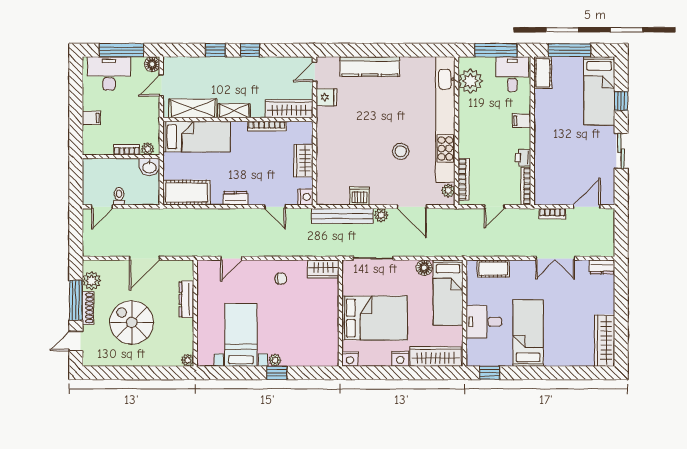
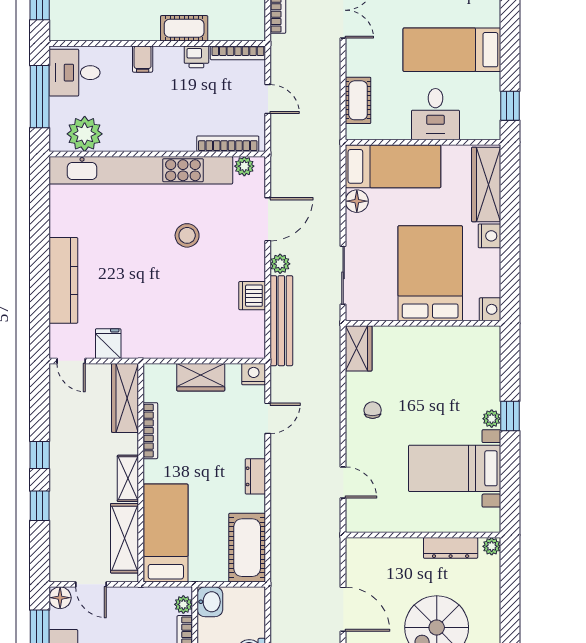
cot: (543, 73) -> (184, 28), moved
dresser: (186, 299) -> (451, 548), moved

